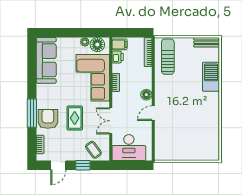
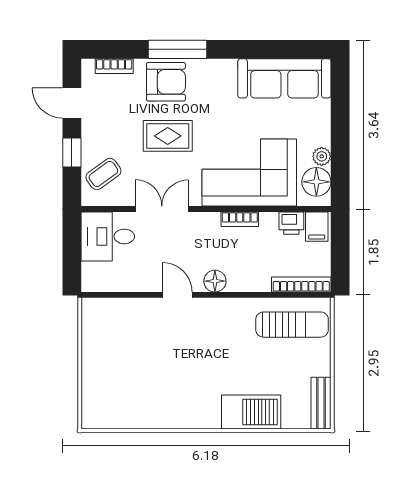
desk: (129, 148) -> (108, 236), width x0.73

